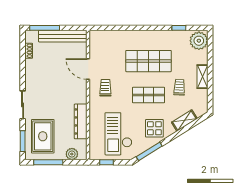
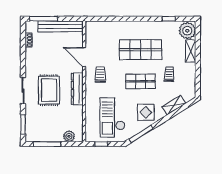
shelving: (202, 77) -> (191, 51), moved
dresser: (81, 121) -> (77, 89), moved
rug: (43, 136) -> (49, 90), moved

